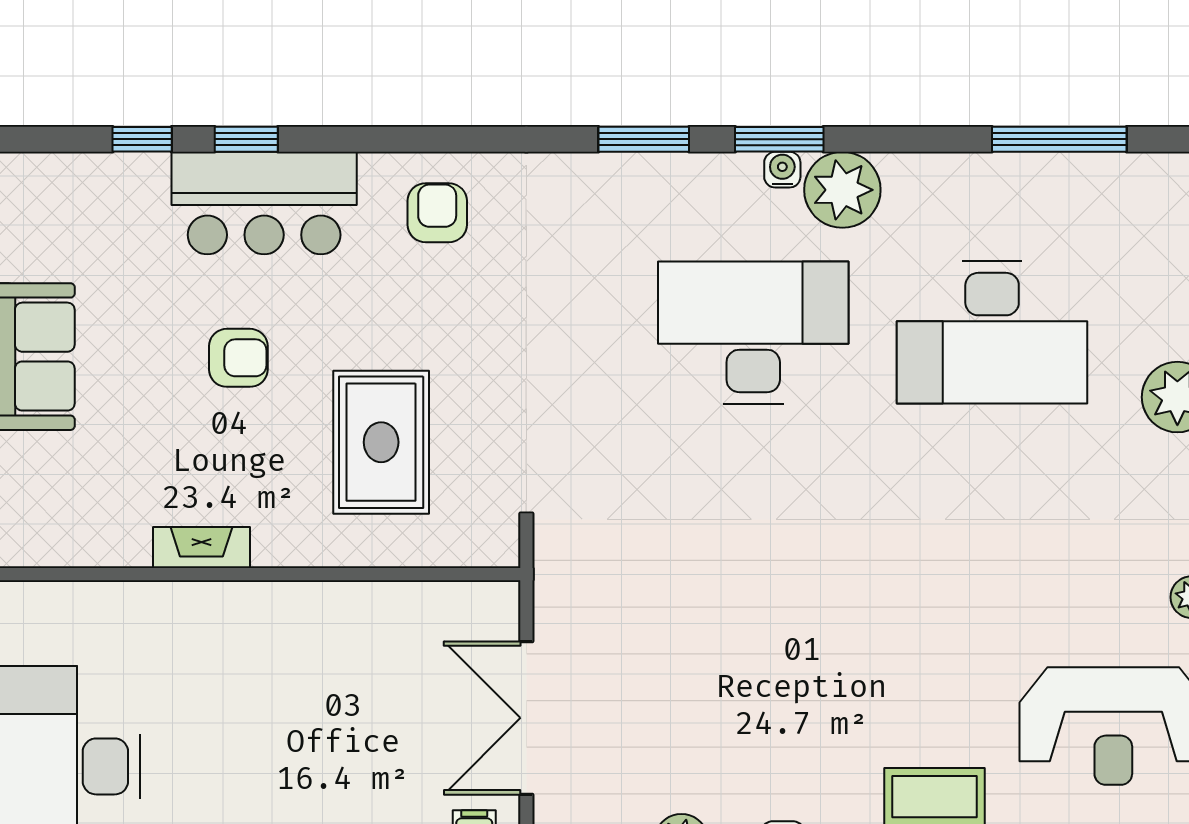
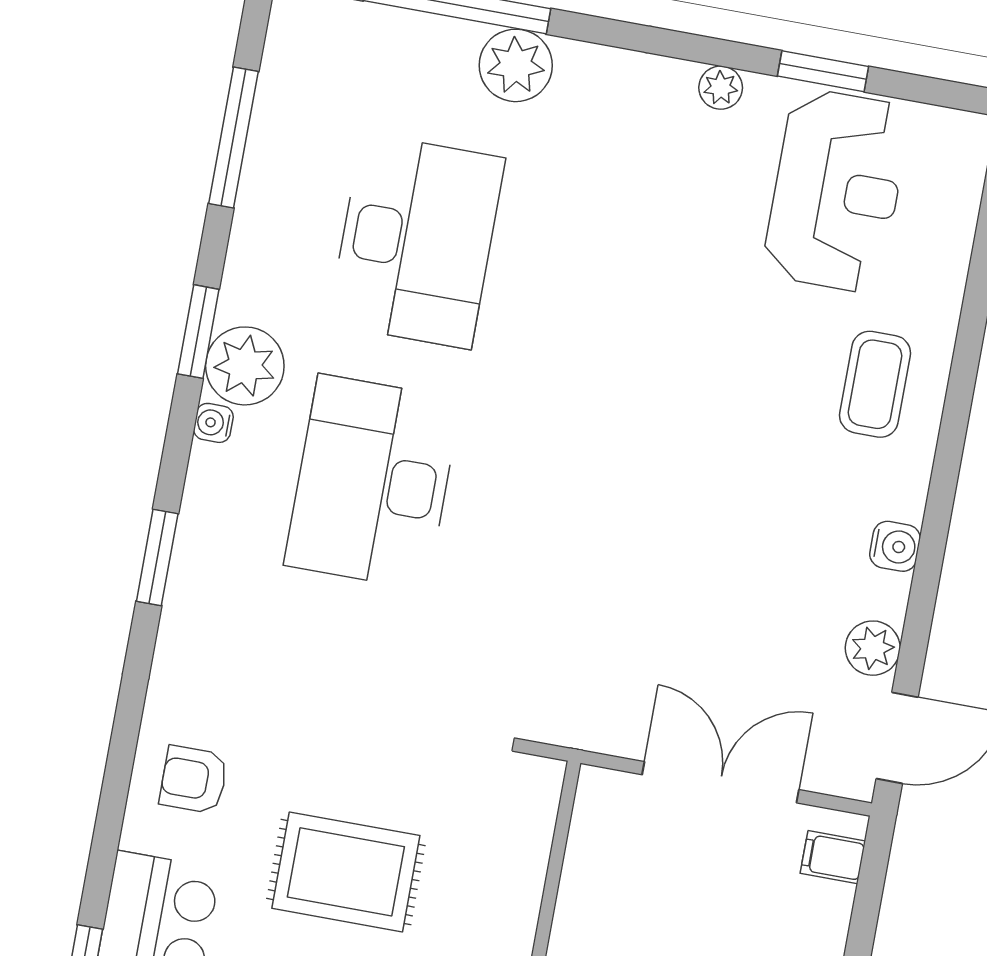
window: (779, 139) -> (198, 332), moved
rug: (381, 442) -> (346, 872), moved
double door: (526, 718) -> (720, 782), swing flipped

